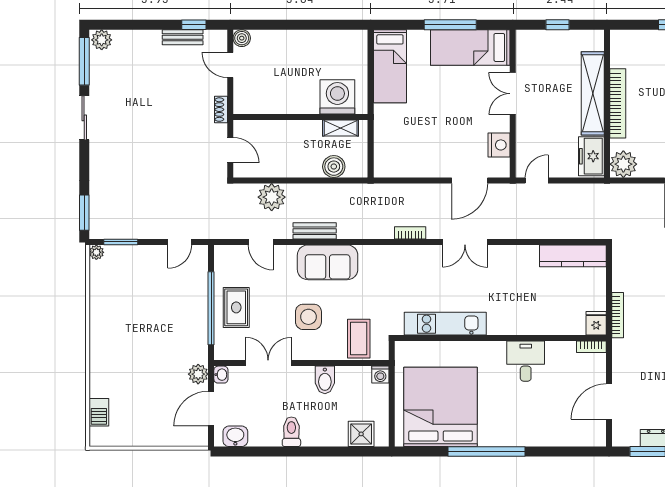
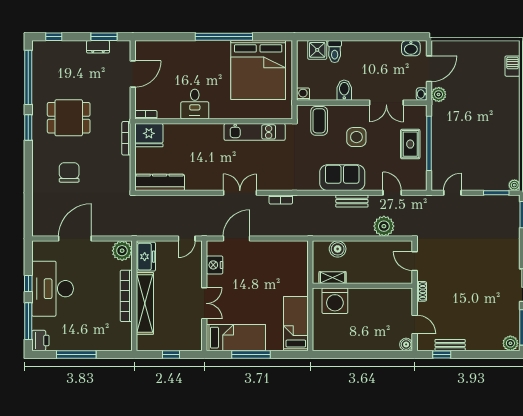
fridge: (596, 323) -> (149, 135), width x1.88, depth x1.34
toilet: (291, 432) -> (335, 52), moved

